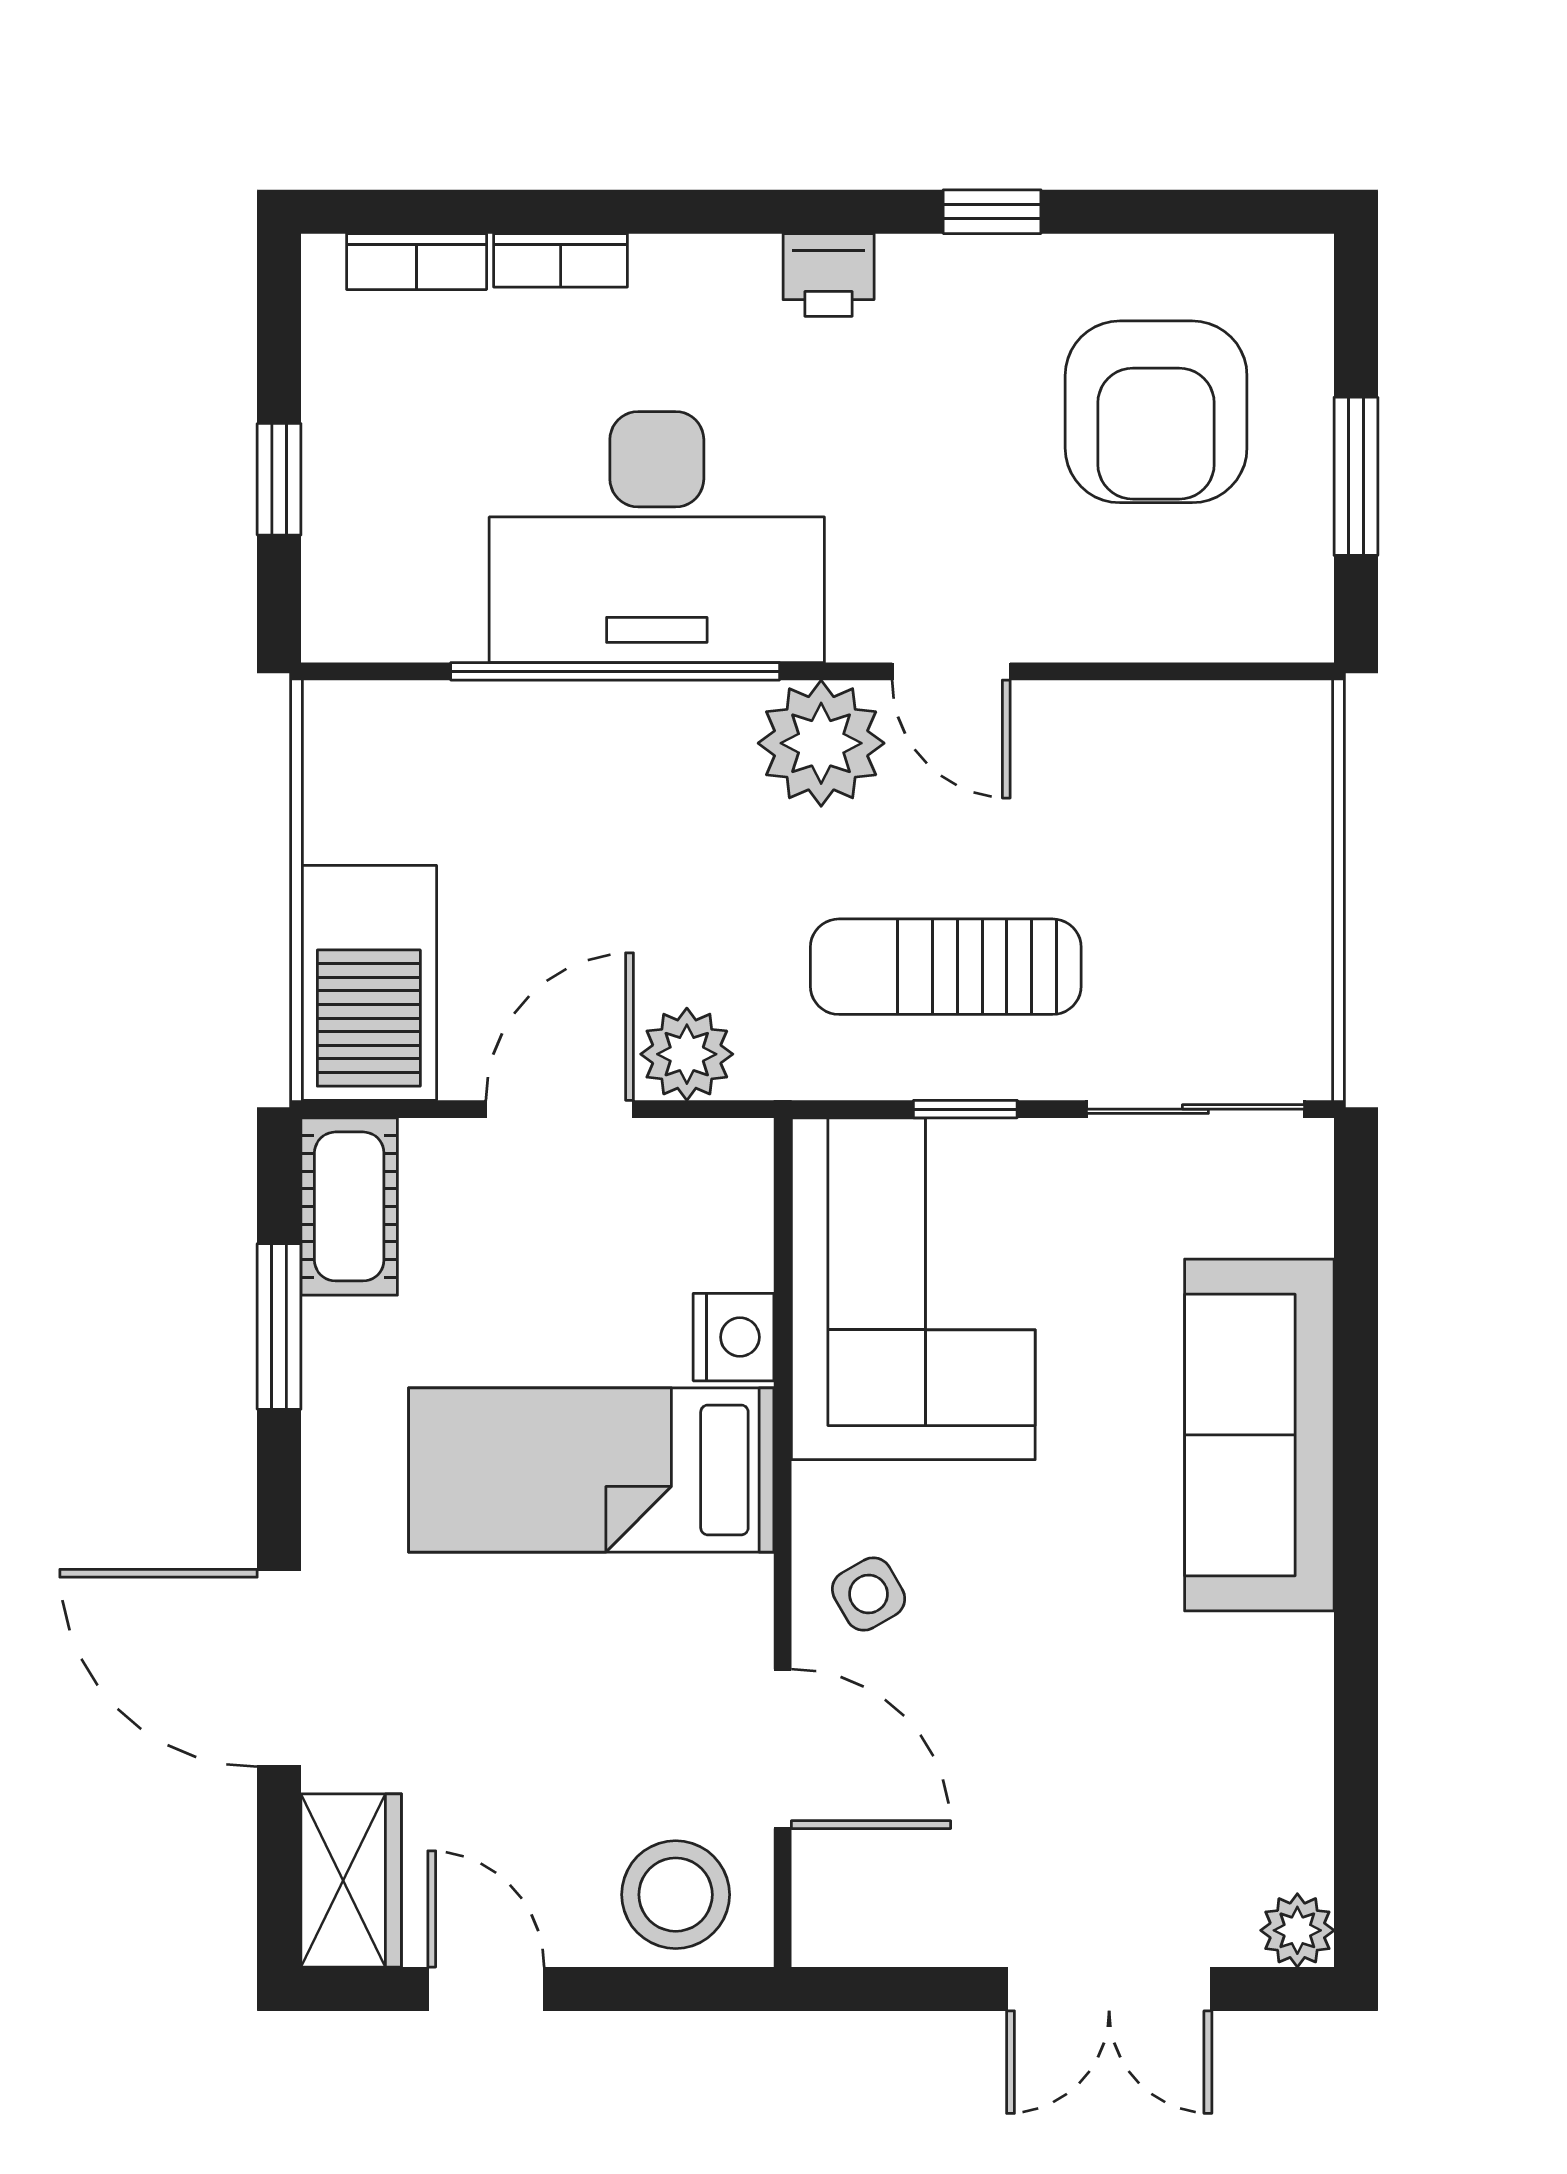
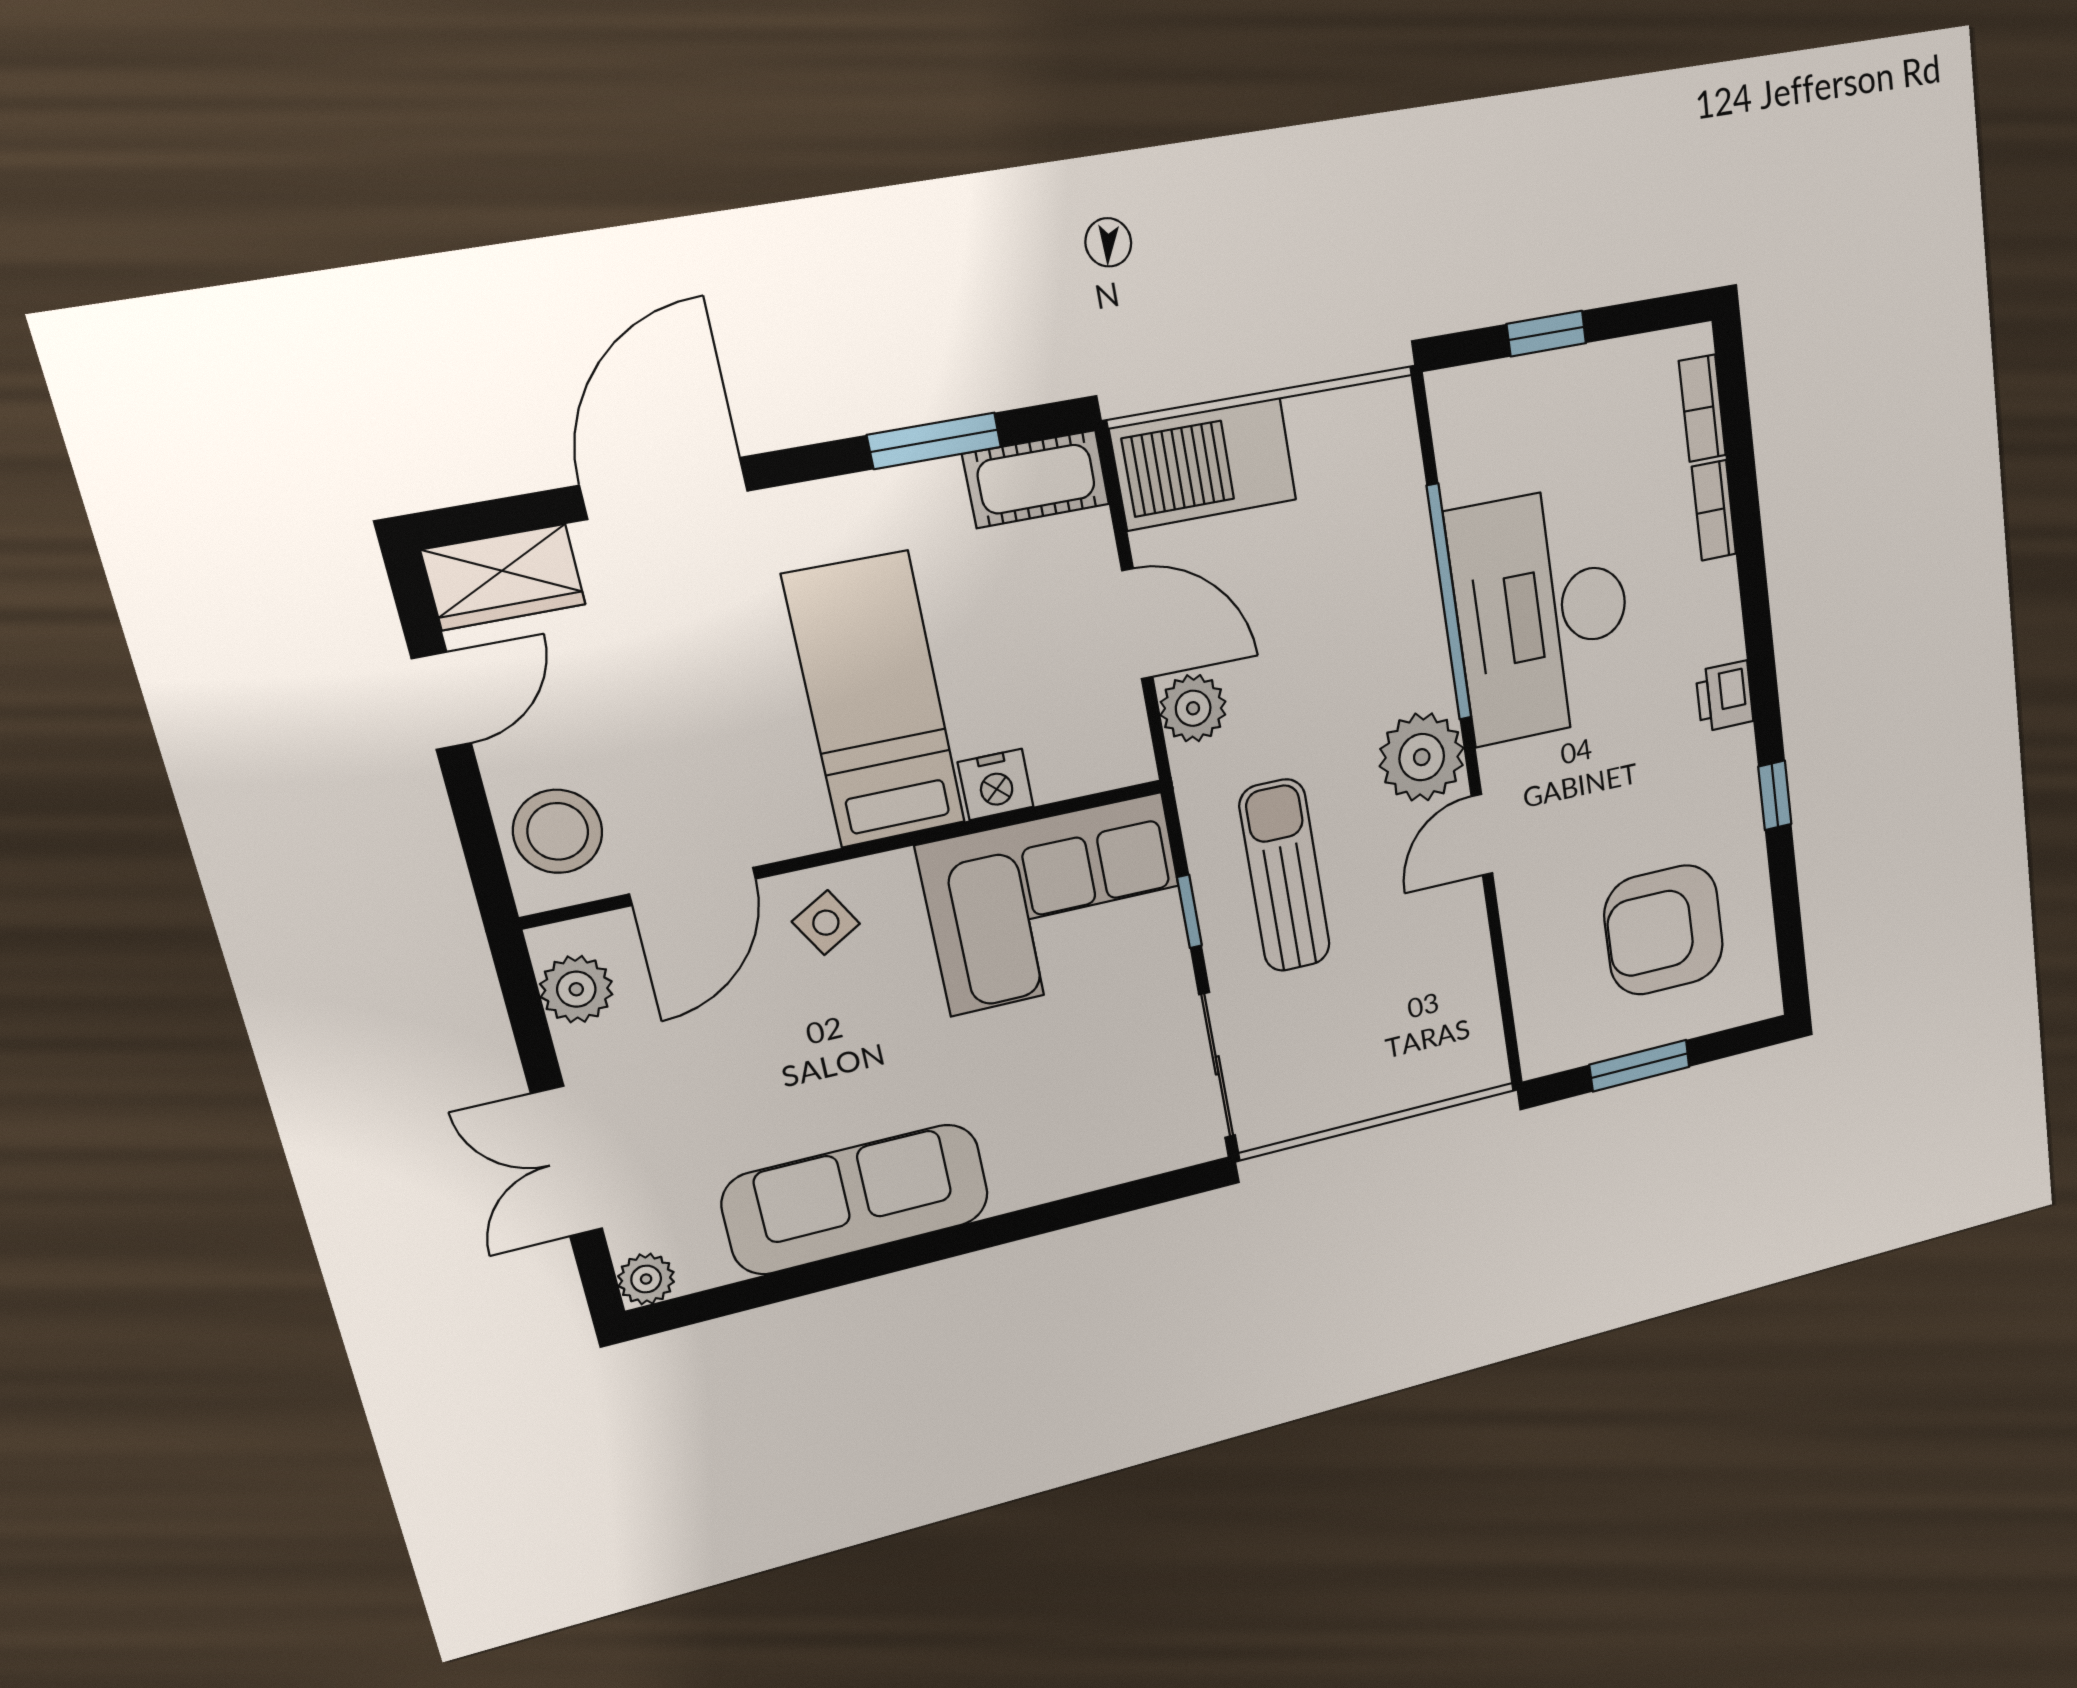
sofa: (1259, 1435) -> (856, 1199), moved
plant: (883, 1922) -> (576, 989), added

